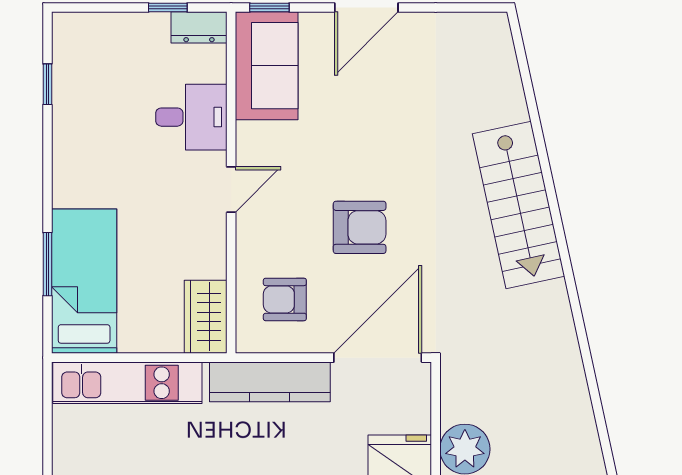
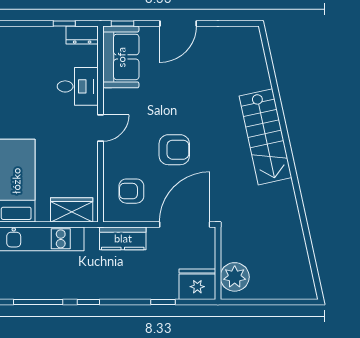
wardrobe: (206, 317) -> (72, 210), moved, turned 90
kitchen counter: (270, 382) -> (123, 238), width x0.67

